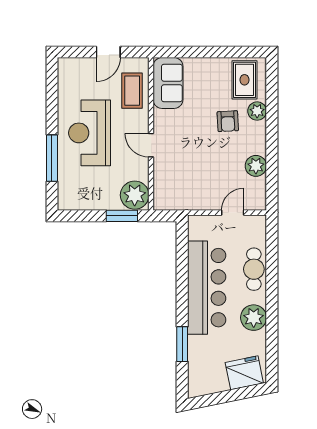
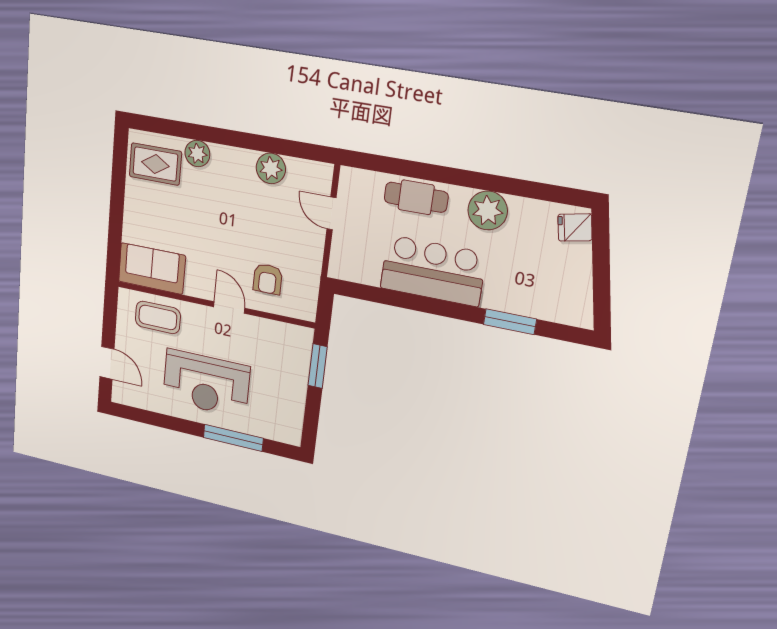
door: (108, 52) -> (107, 363), moved
armchair: (228, 121) -> (268, 279), moved, turned 93
door: (151, 145) -> (229, 308), swing flipped
plant: (135, 195) -> (292, 343), removed
bar counter: (207, 288) -> (433, 271), width x0.73
fridge: (244, 373) -> (575, 227), width x0.53, depth x0.75

